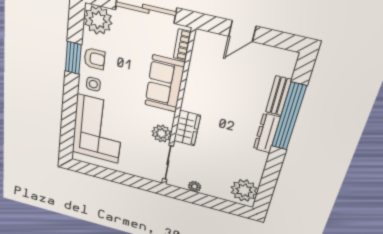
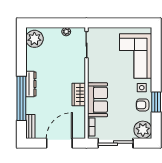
door: (242, 31) -> (59, 143), width x1.87
bench: (278, 96) -> (30, 127), moved
wardrobe: (187, 128) -> (79, 94), moved
plant: (162, 134) -> (94, 65), removed

